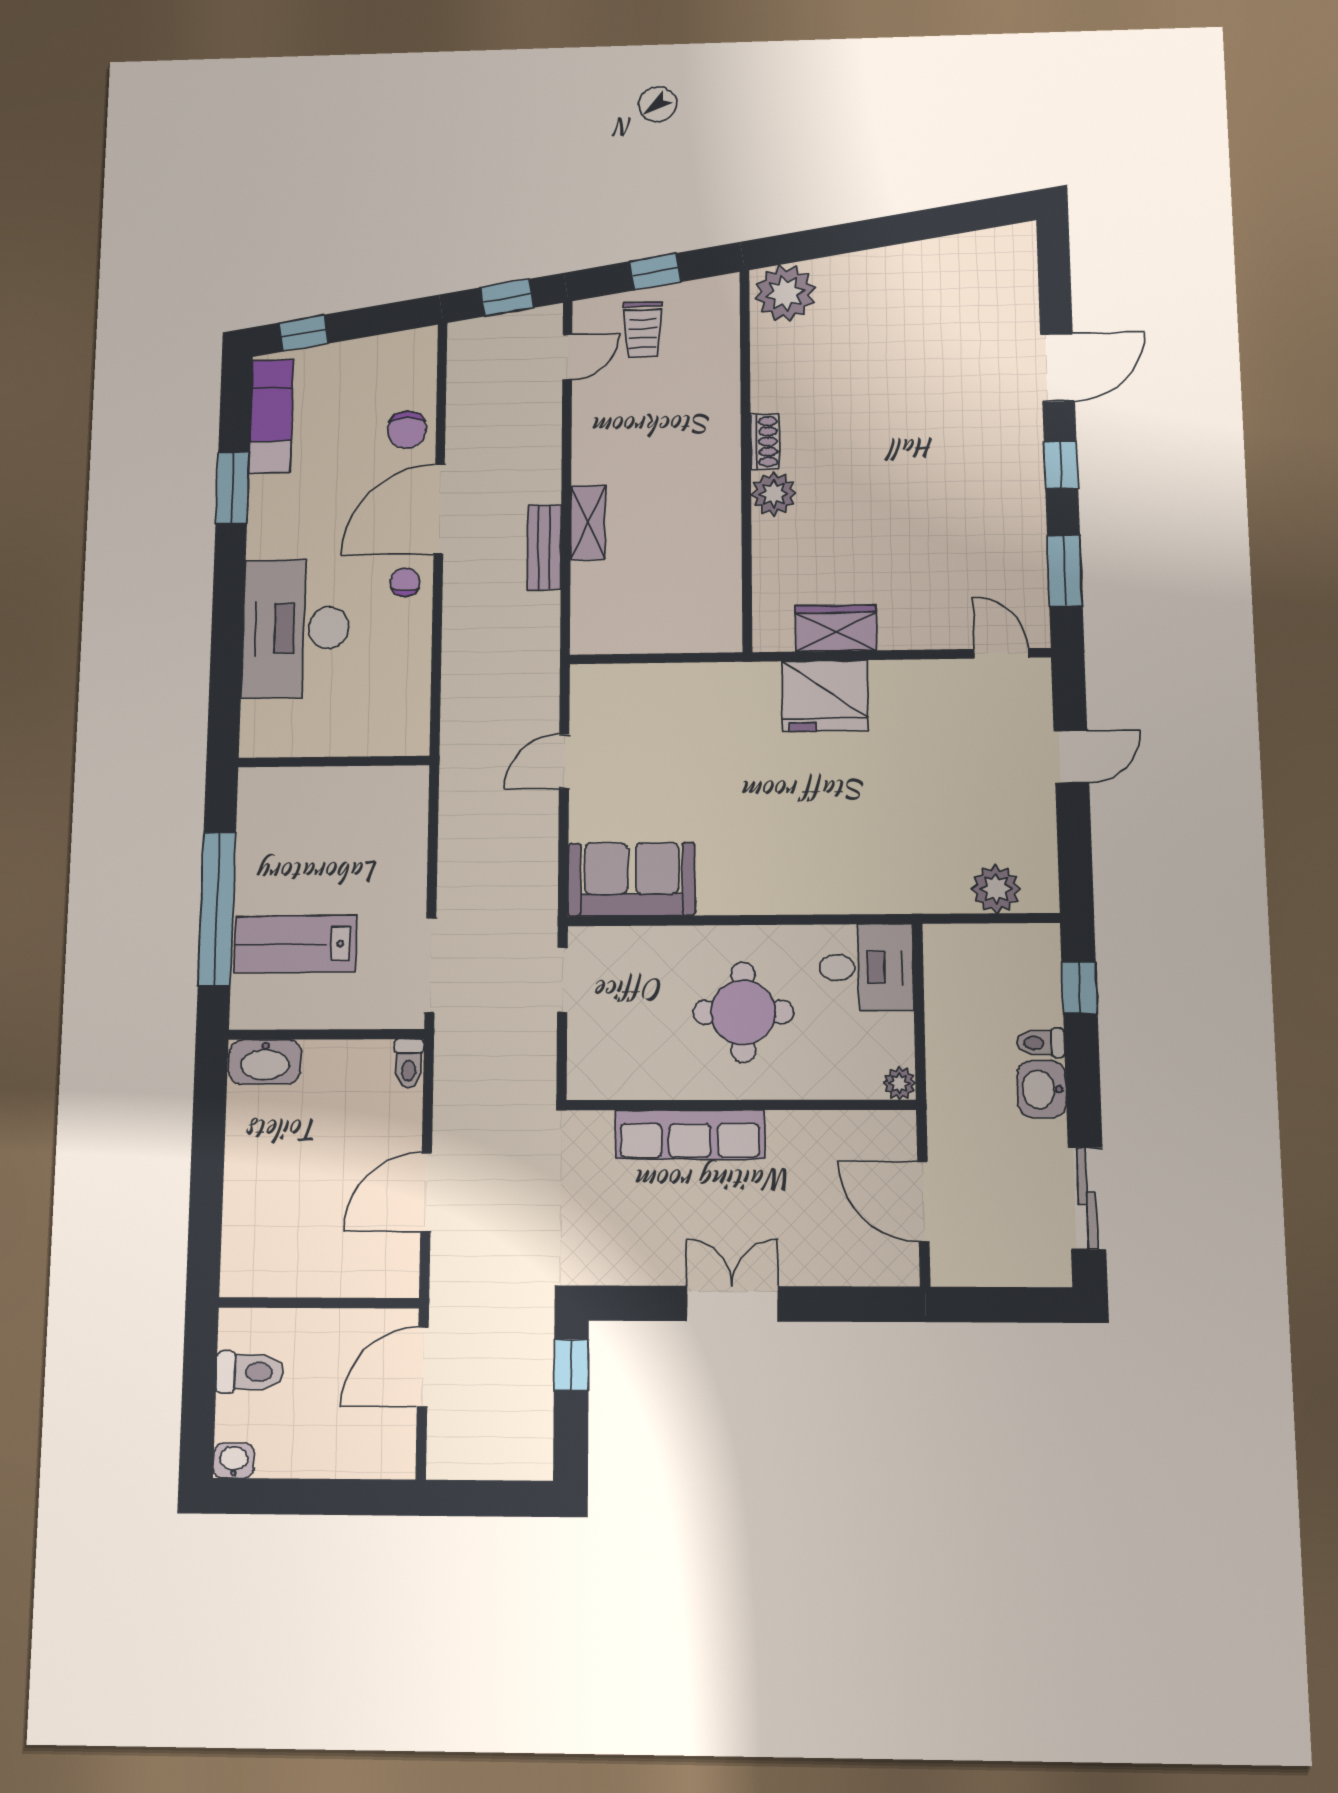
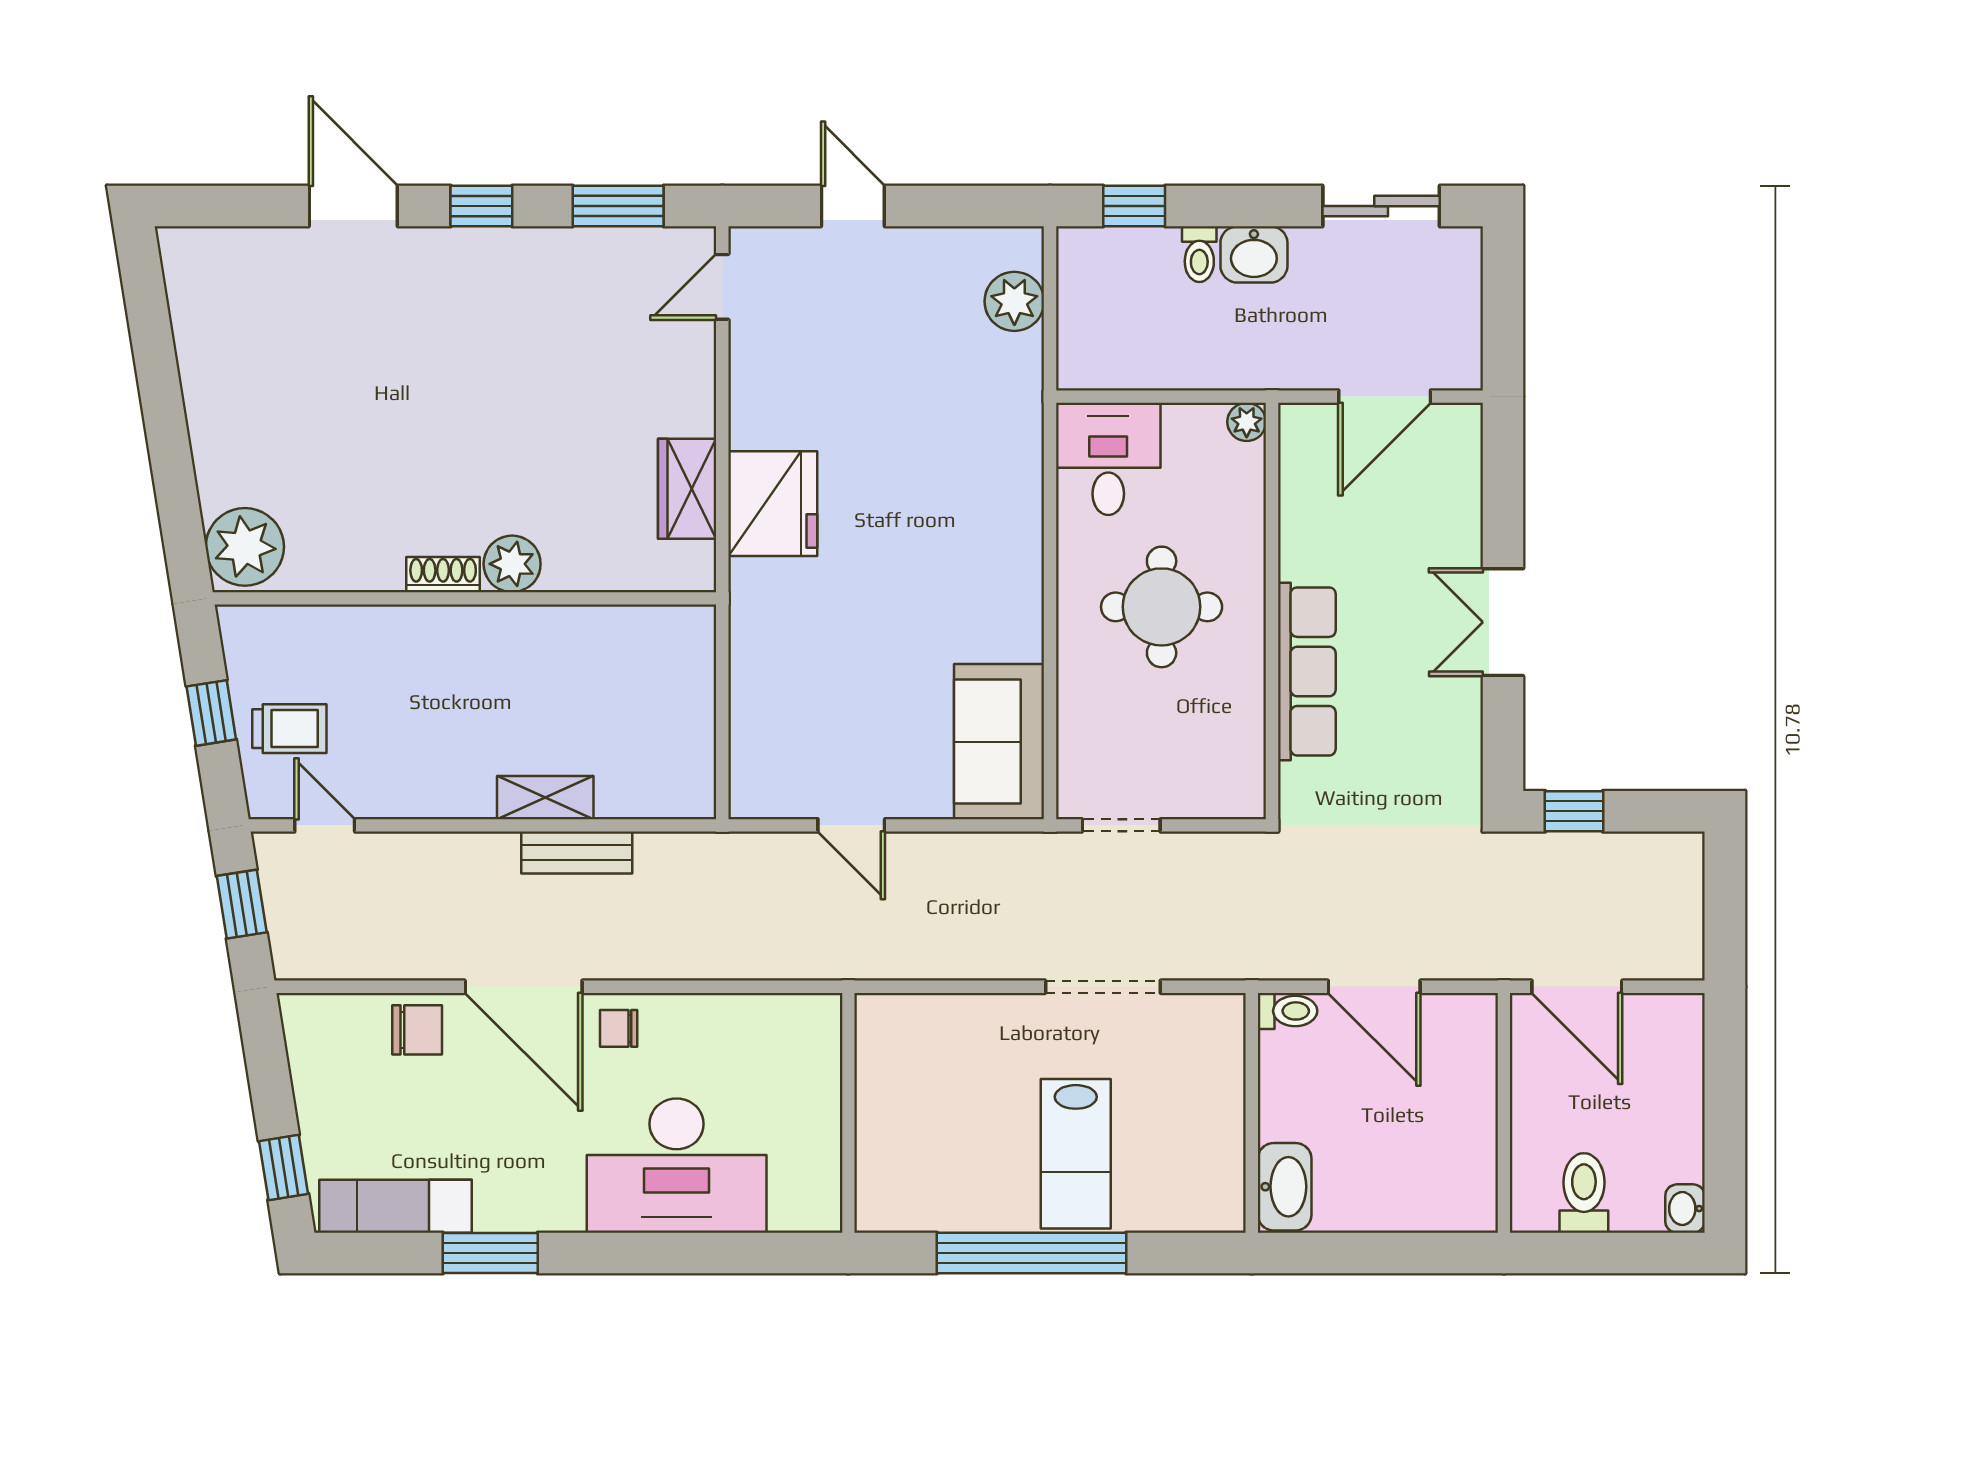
wall: (326, 1034) -> (1252, 1113), moved
washbasin: (265, 1062) -> (1285, 1187), moved
toilet: (409, 1064) -> (1287, 1011), moved

